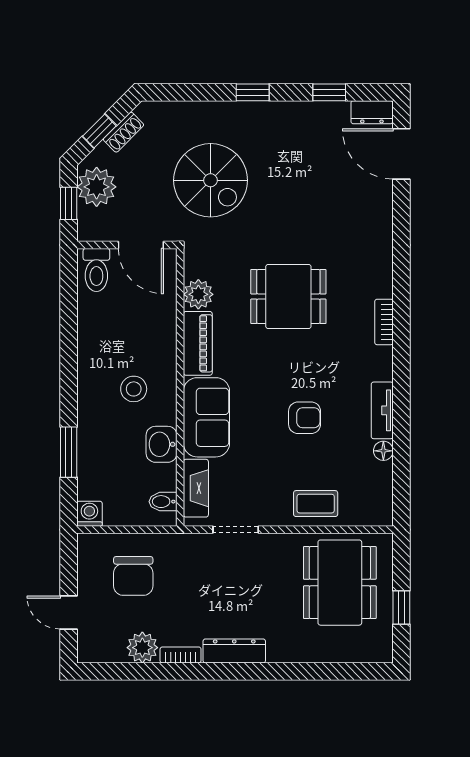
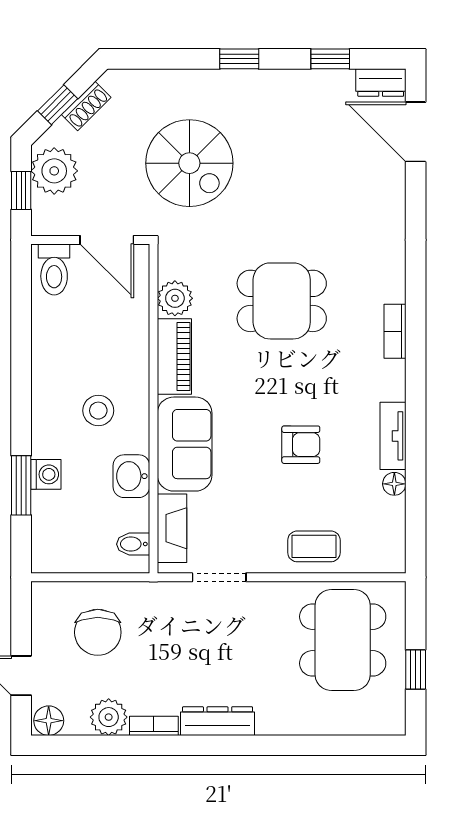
washing machine: (89, 514) -> (46, 474), moved, turned 90
floor lamp: (92, 651) -> (49, 721), added

